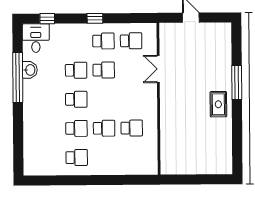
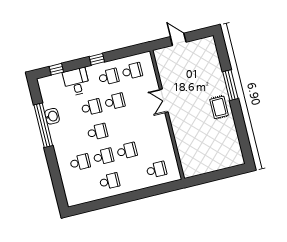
desk: (36, 38) -> (76, 82), moved
double door: (158, 69) -> (164, 101), moved
school desk: (132, 128) -> (156, 170), moved
school desk: (49, 129) -> (80, 162), added

